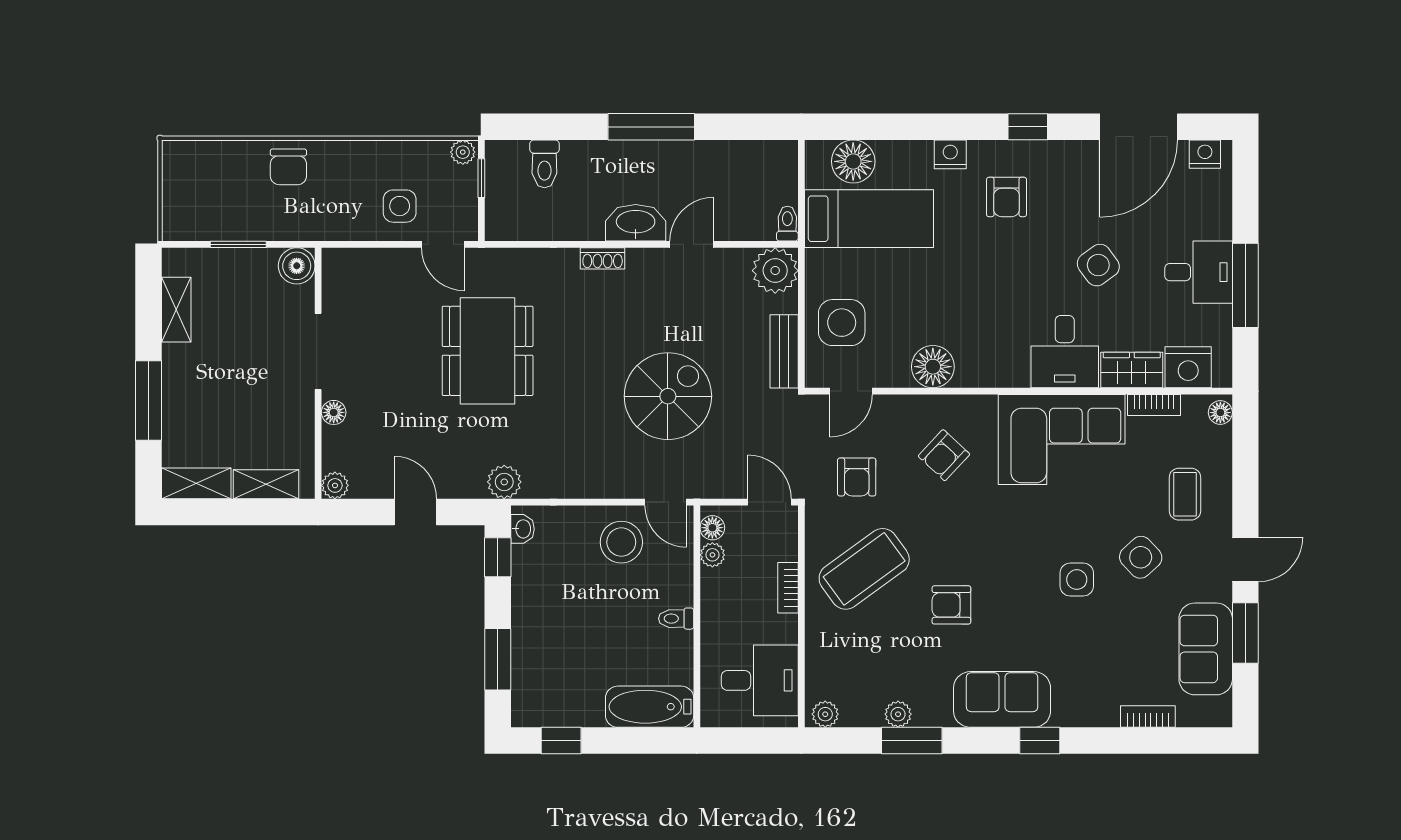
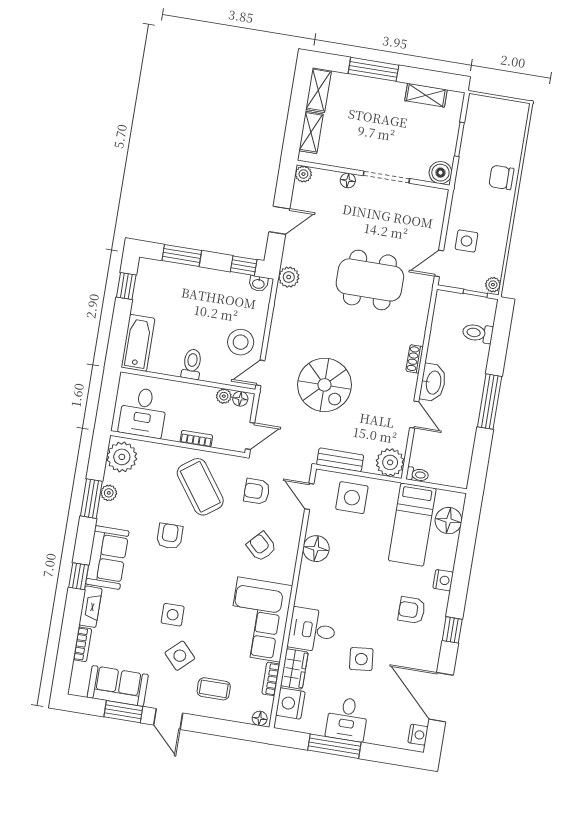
side table: (1098, 265) -> (361, 659), turned 30
toilet: (676, 619) -> (192, 364), width x1.37, depth x1.39
plant: (825, 714) -> (122, 457), width x1.88, depth x1.88
fireplace: (1086, 714) -> (90, 607), added

